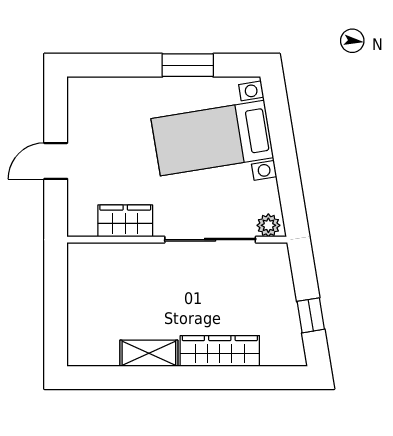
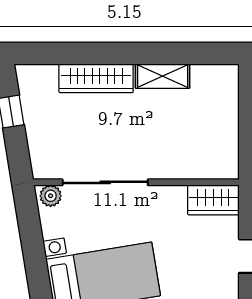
wardrobe: (125, 221) -> (213, 200), moved

